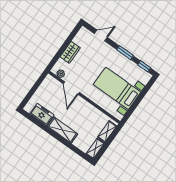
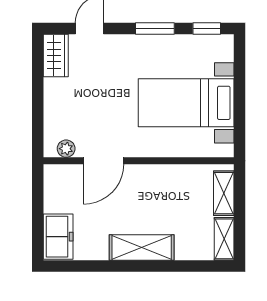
wardrobe: (70, 52) -> (56, 56), moved
door: (71, 88) -> (104, 161), hinge flipped
freezer: (42, 114) -> (58, 237), moved, turned 90

